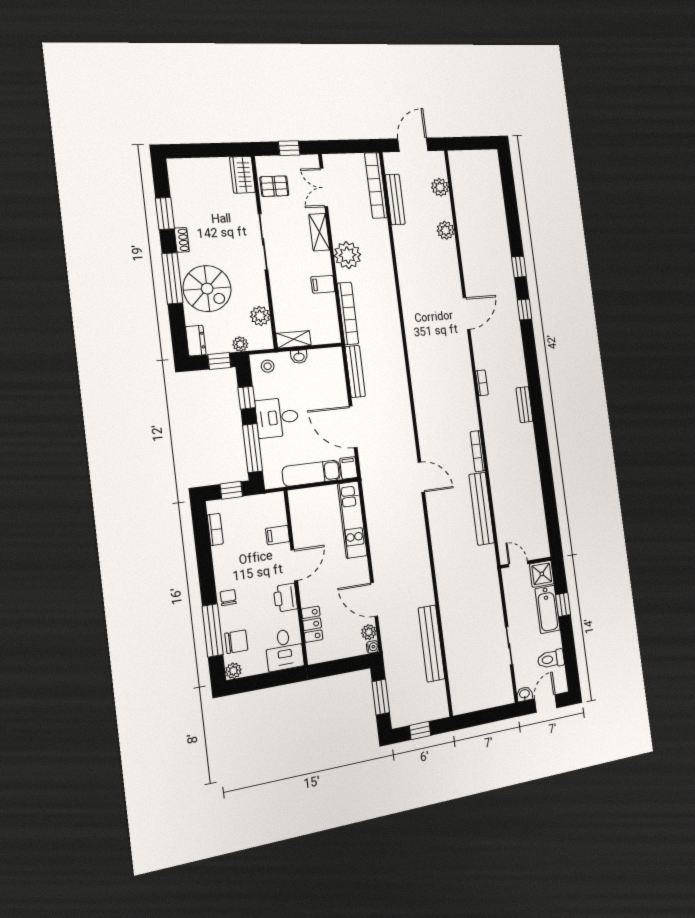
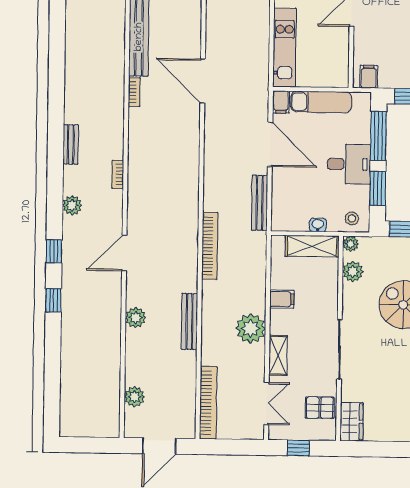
bench: (395, 199) -> (189, 322), moved
plant: (446, 230) -> (136, 318), moved
bookcase: (348, 313) -> (210, 246), moved, turned 180
shelving: (294, 339) -> (312, 246), width x1.50, depth x1.33
plant: (240, 344) -> (351, 244), moved
plant: (516, 351) -> (72, 205), added
window: (247, 398) -> (378, 188), width x1.50
bookcase: (478, 451) -> (134, 92), width x0.64
door: (421, 477) -> (203, 81), width x1.36
filing cabinet: (278, 535) -> (369, 77), moved, turned -90

